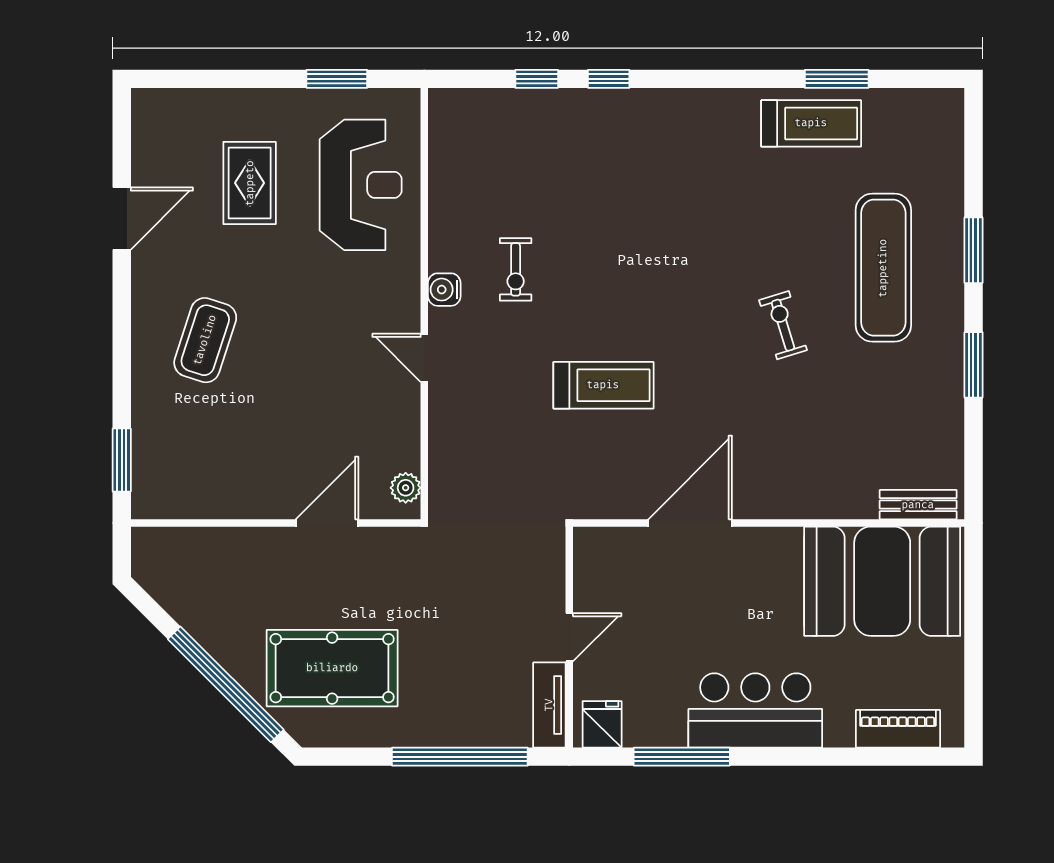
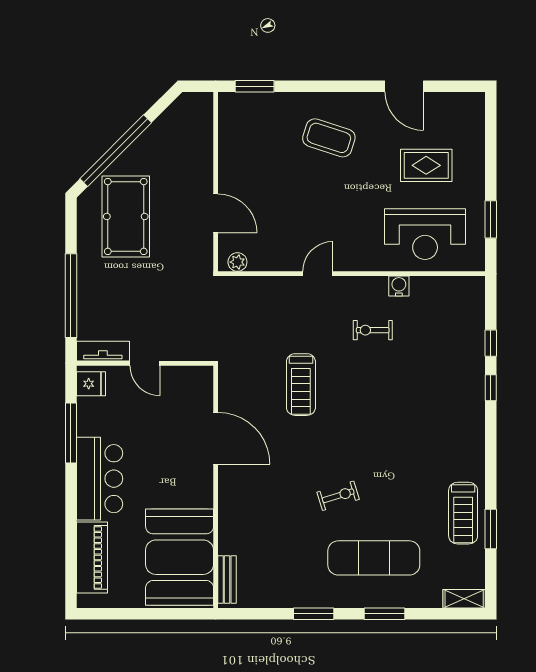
shelving: (949, 122) -> (464, 599), added
water cooler: (444, 290) -> (399, 286), moved
piano: (898, 729) -> (92, 557), width x1.37, depth x1.33

